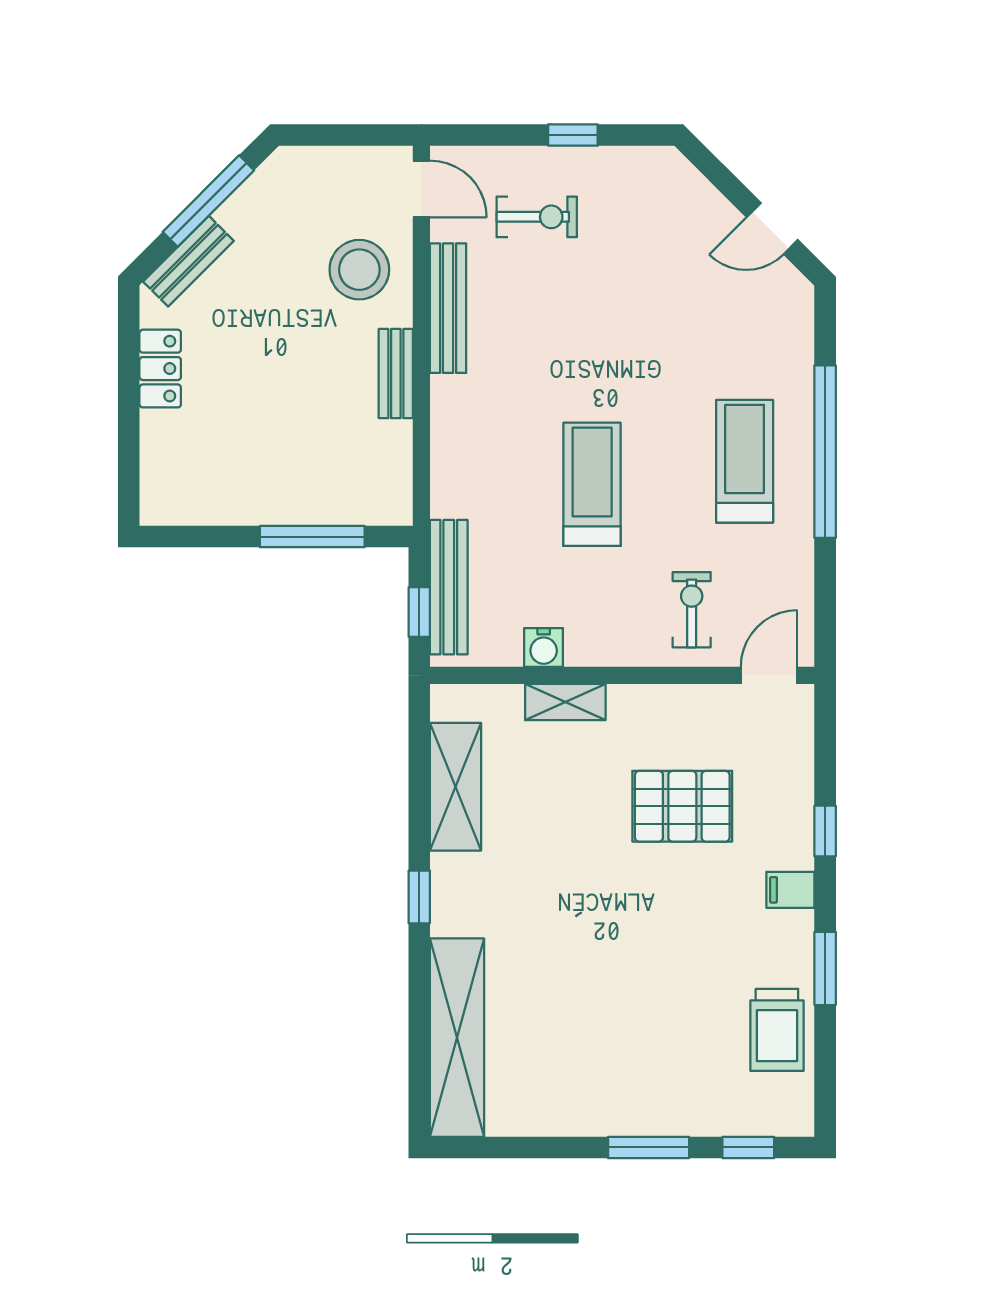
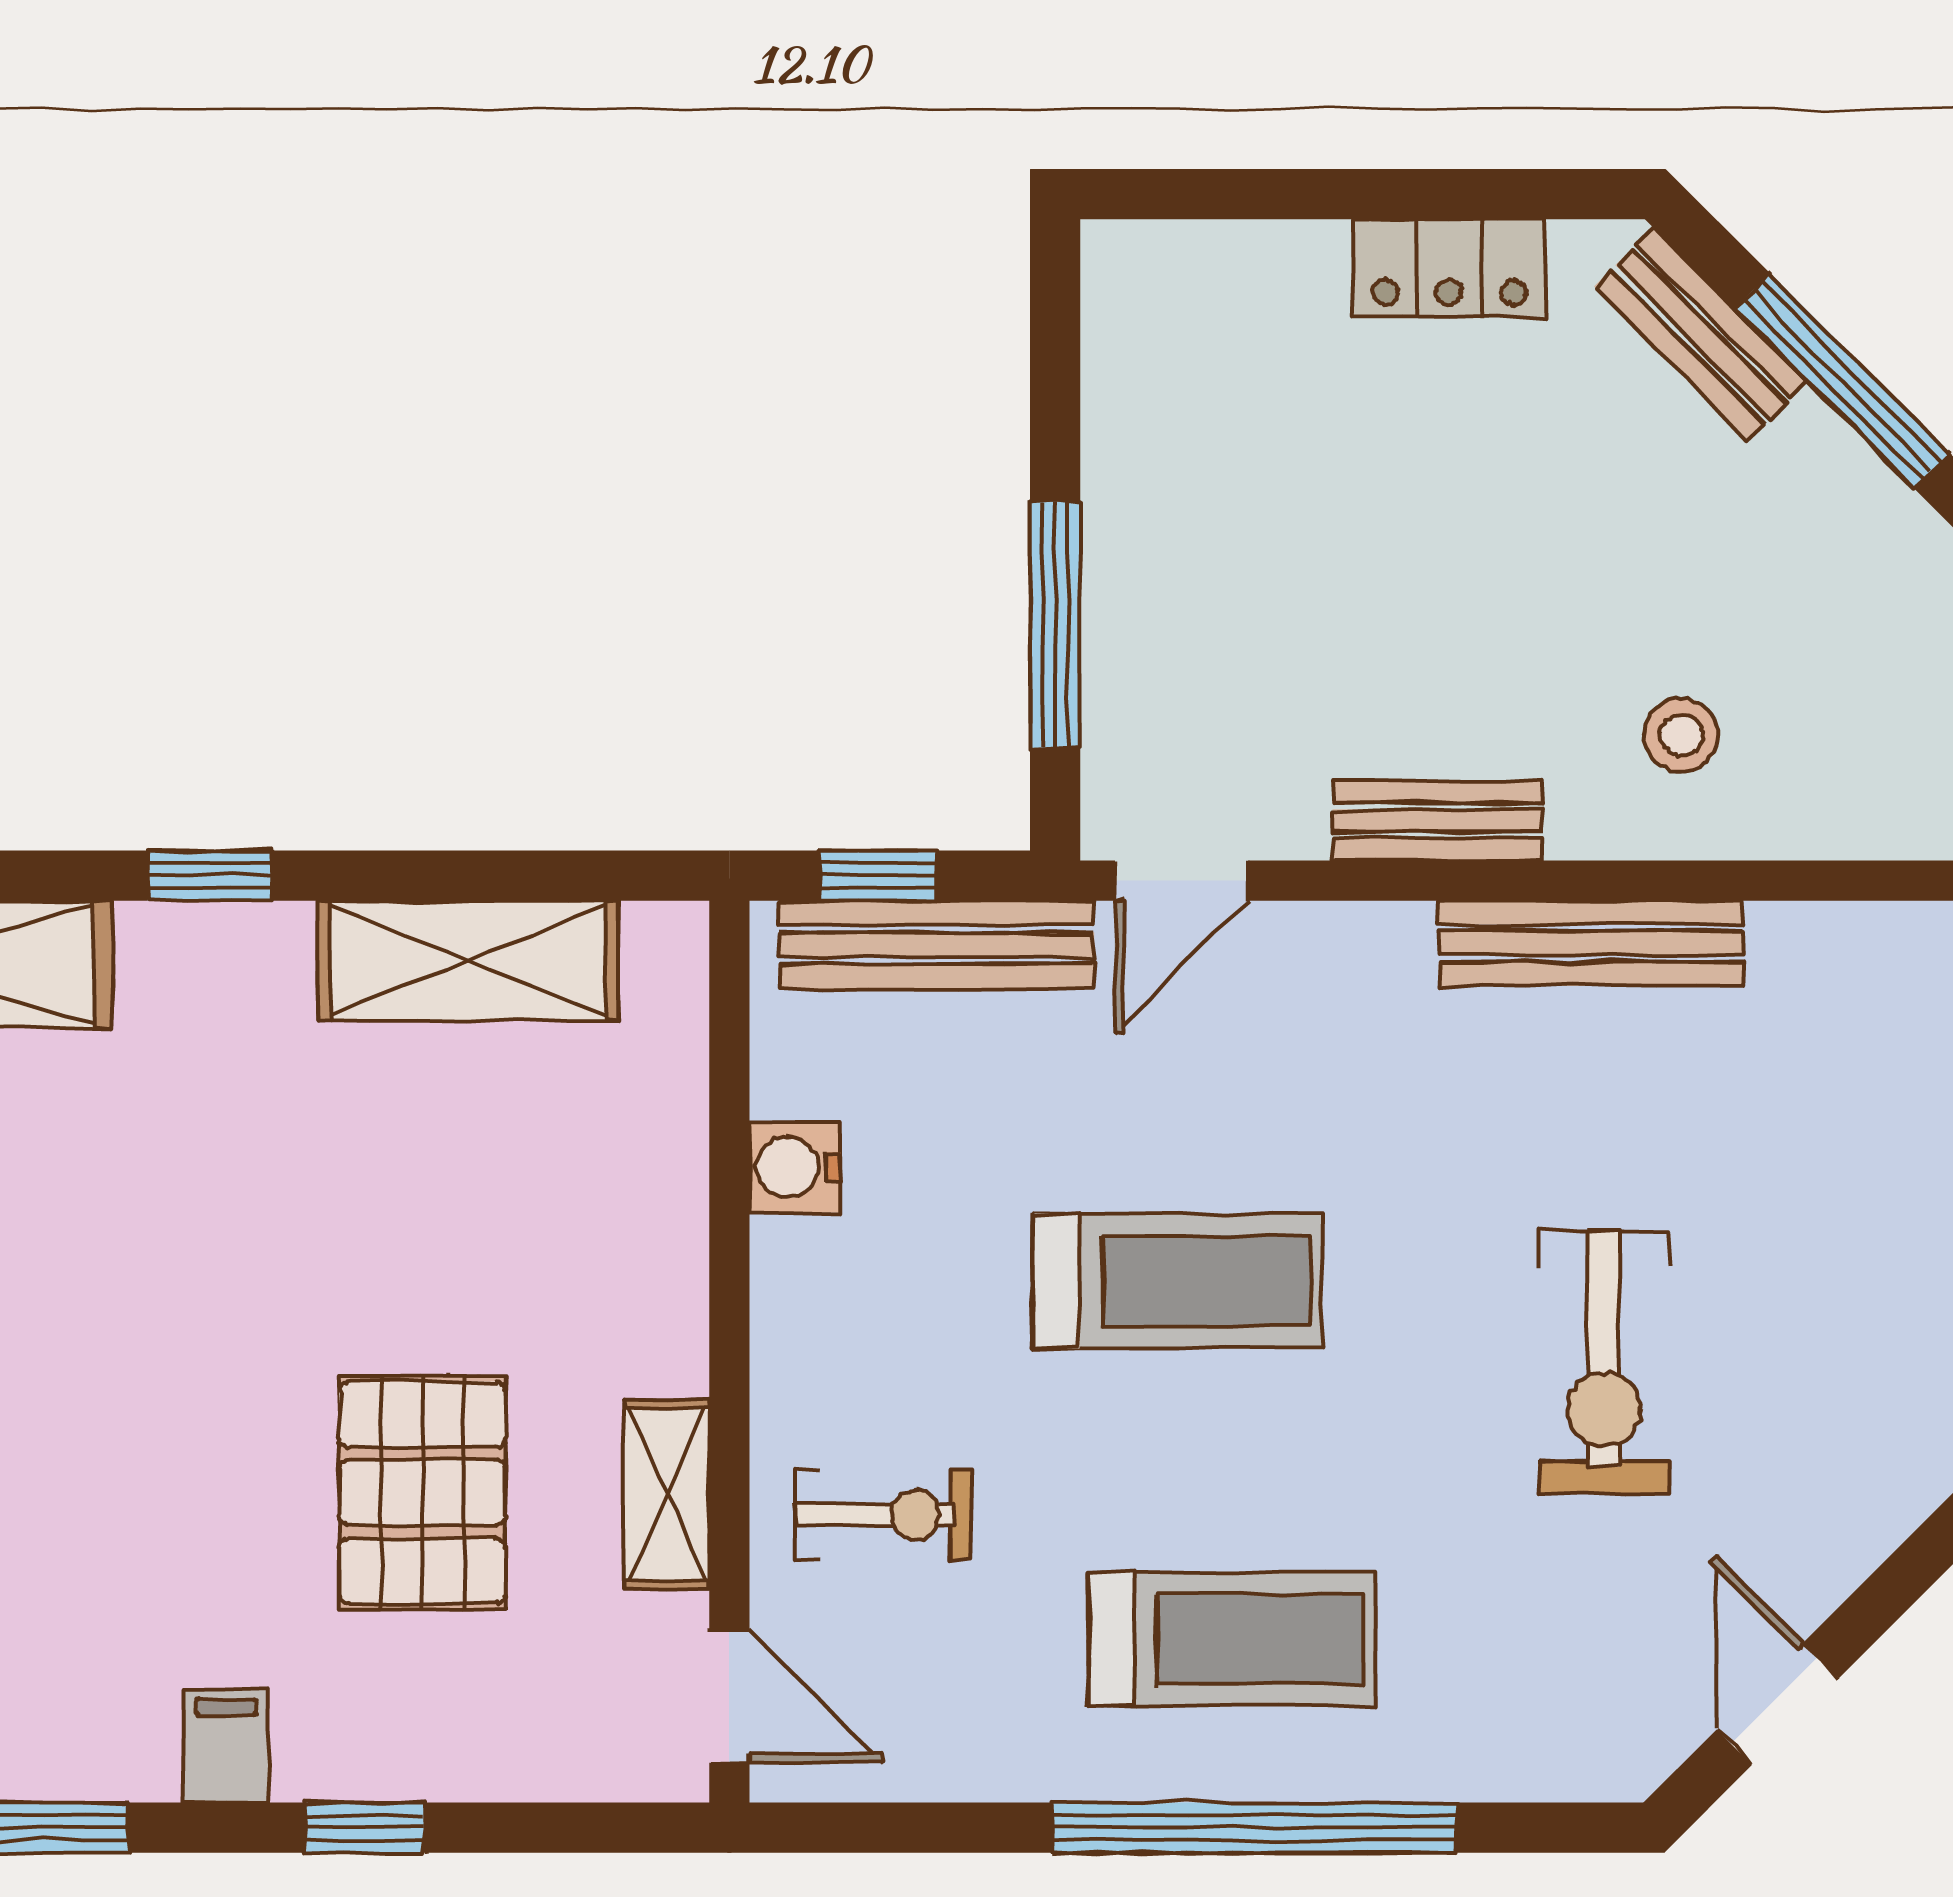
door: (421, 189) -> (1181, 881), moved
exercise bike: (537, 217) -> (1604, 1362), moved, width x1.38, depth x1.39
stool: (359, 270) -> (1681, 735), width x0.53, depth x0.53
shelving: (565, 702) -> (667, 1494), moved

